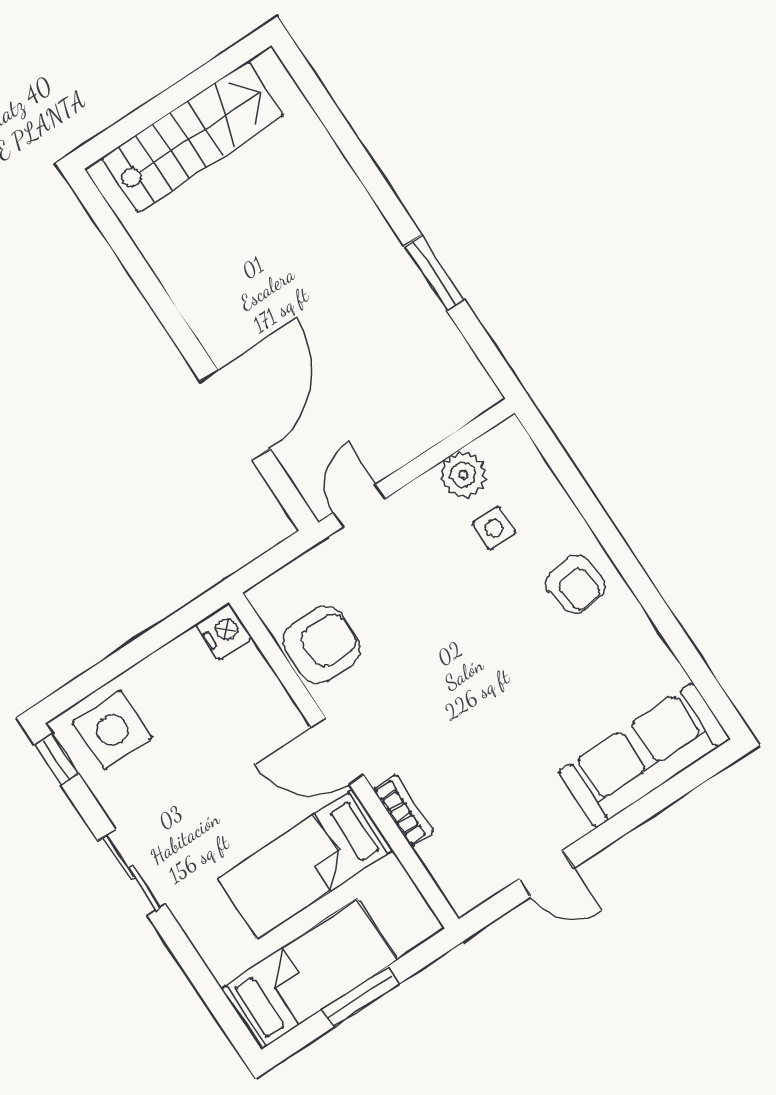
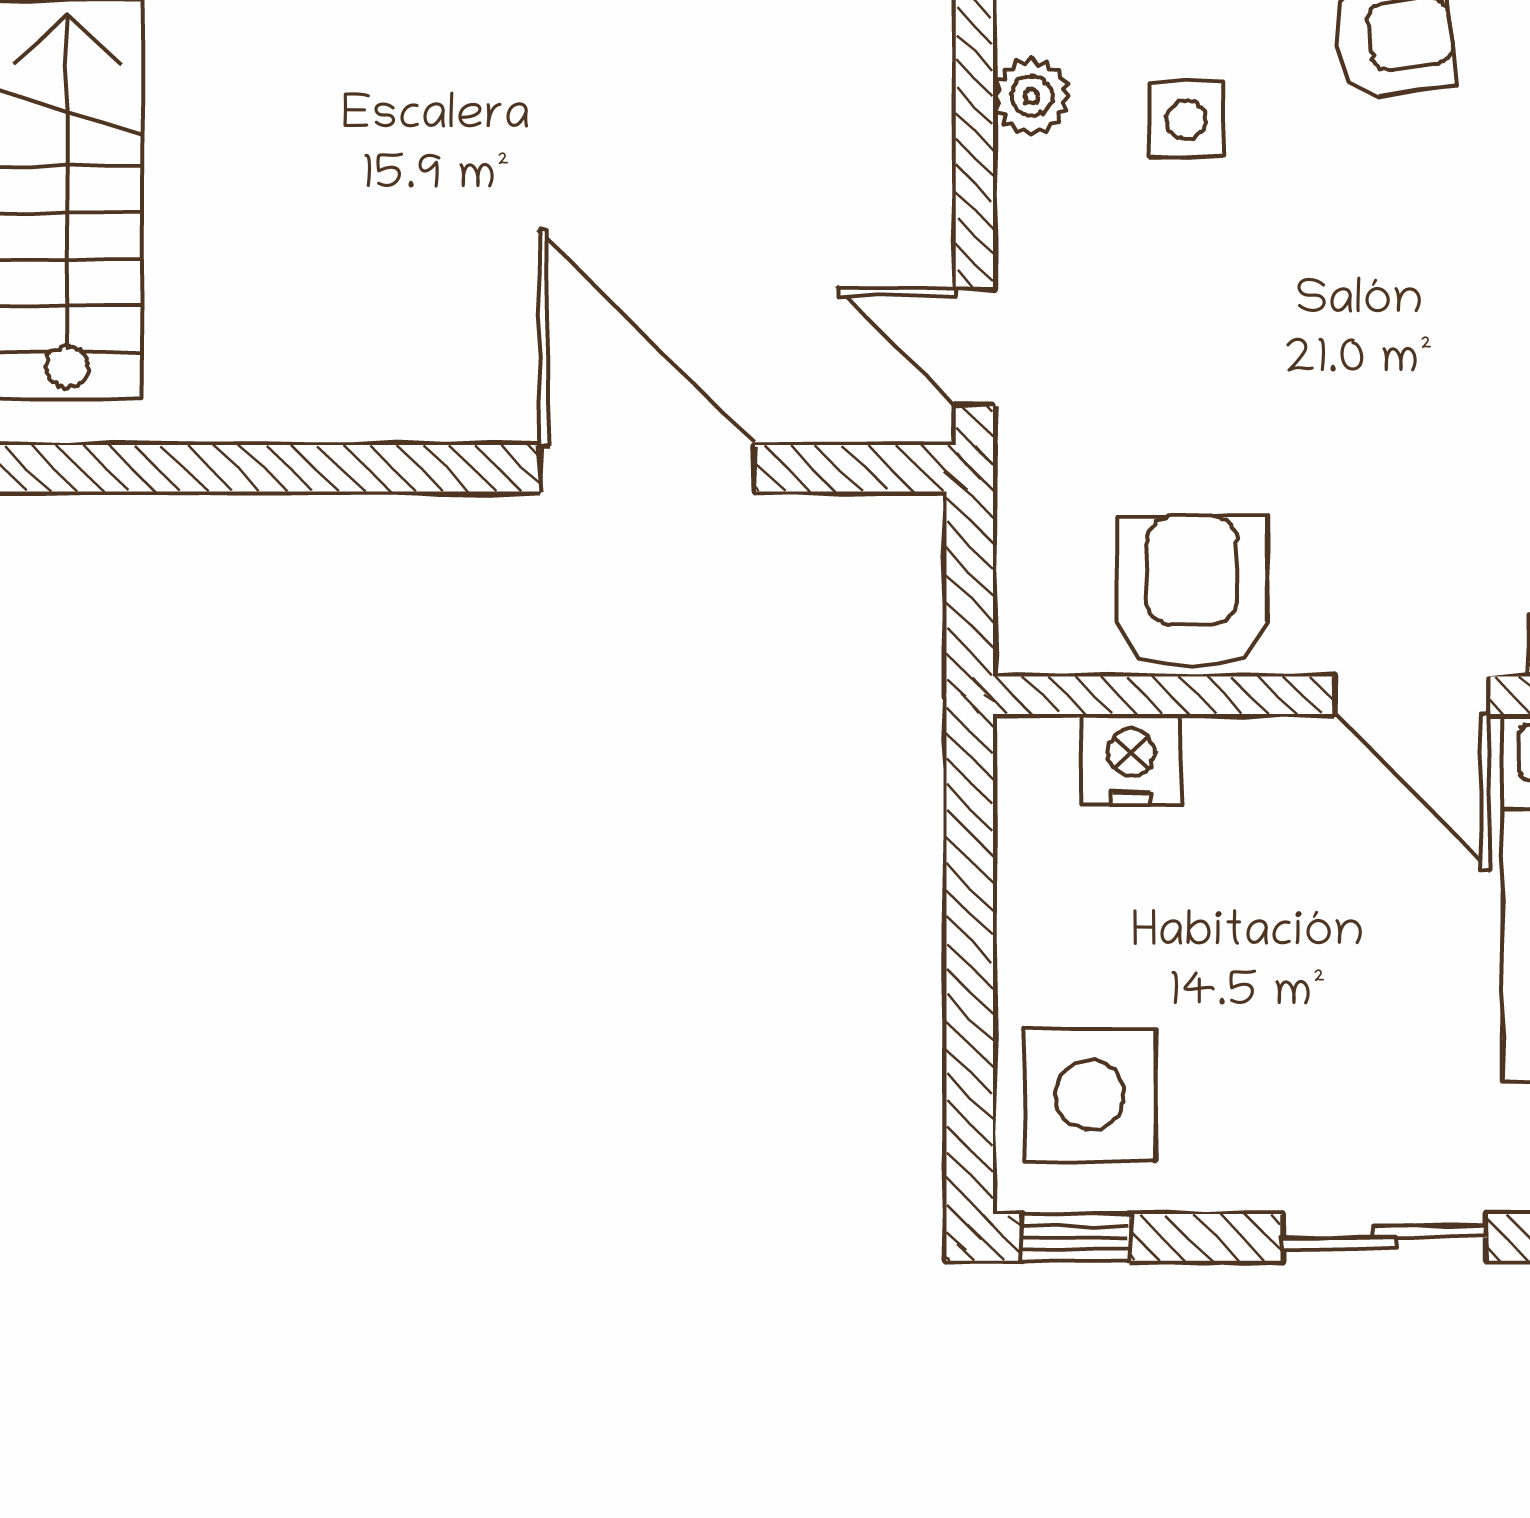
plant: (463, 475) -> (1032, 96), width x0.73, depth x0.73
nightstand: (224, 631) -> (1131, 759), moved
door: (337, 751) -> (1412, 695), hinge flipped

